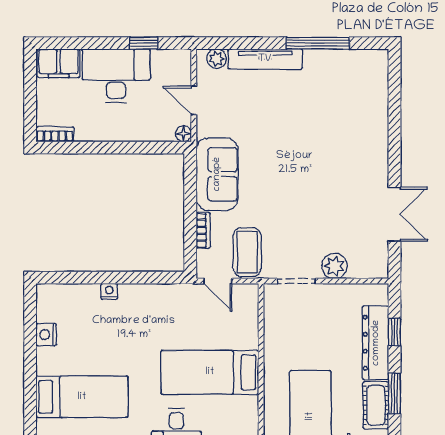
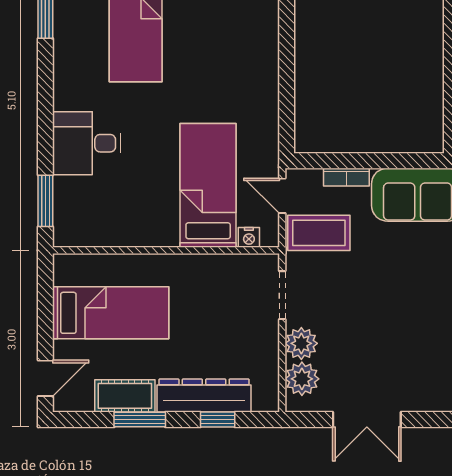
plant: (362, 265) -> (302, 379), added
door: (218, 281) -> (282, 196), hinge flipped
nightstand: (109, 291) -> (249, 237), moved, turned 90
bed: (210, 372) -> (208, 185), moved

